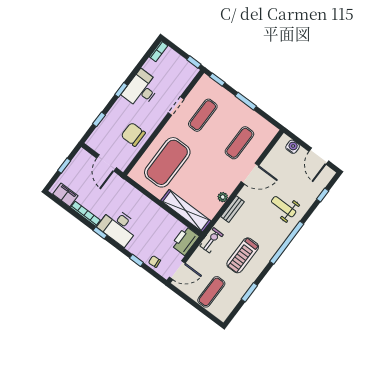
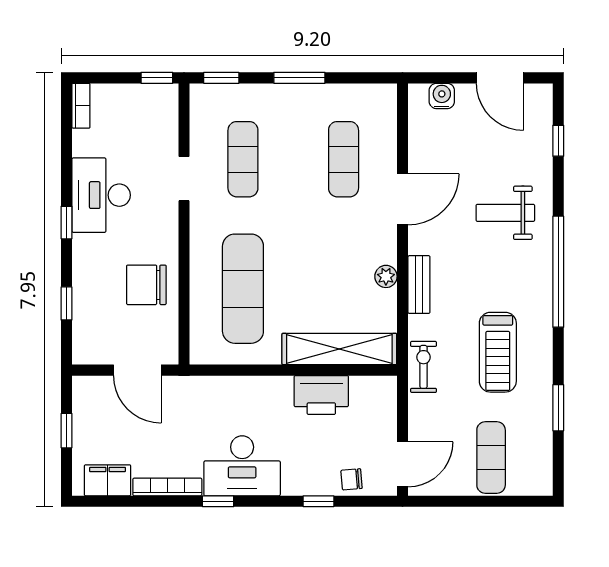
exercise mat: (167, 162) -> (243, 289), width x0.68
printer: (185, 241) -> (321, 395), moved, turned -90

